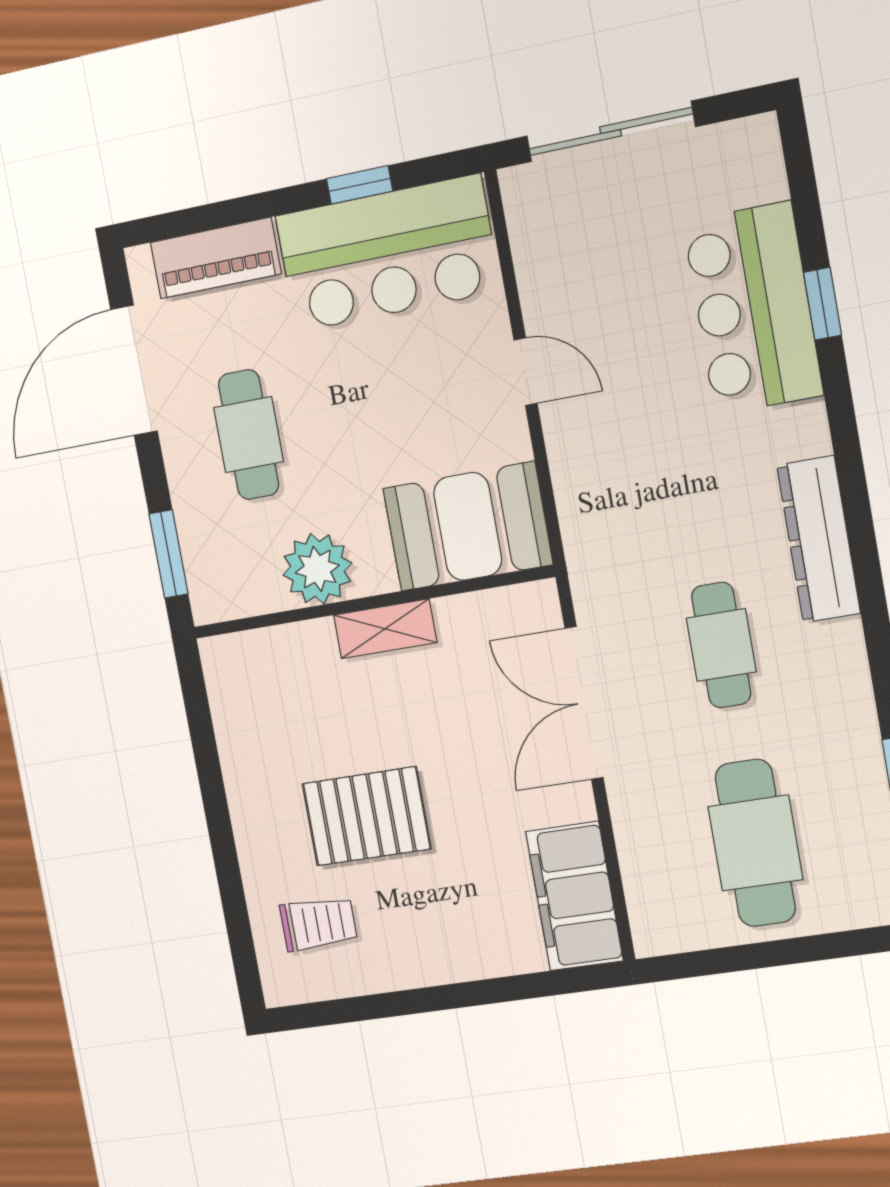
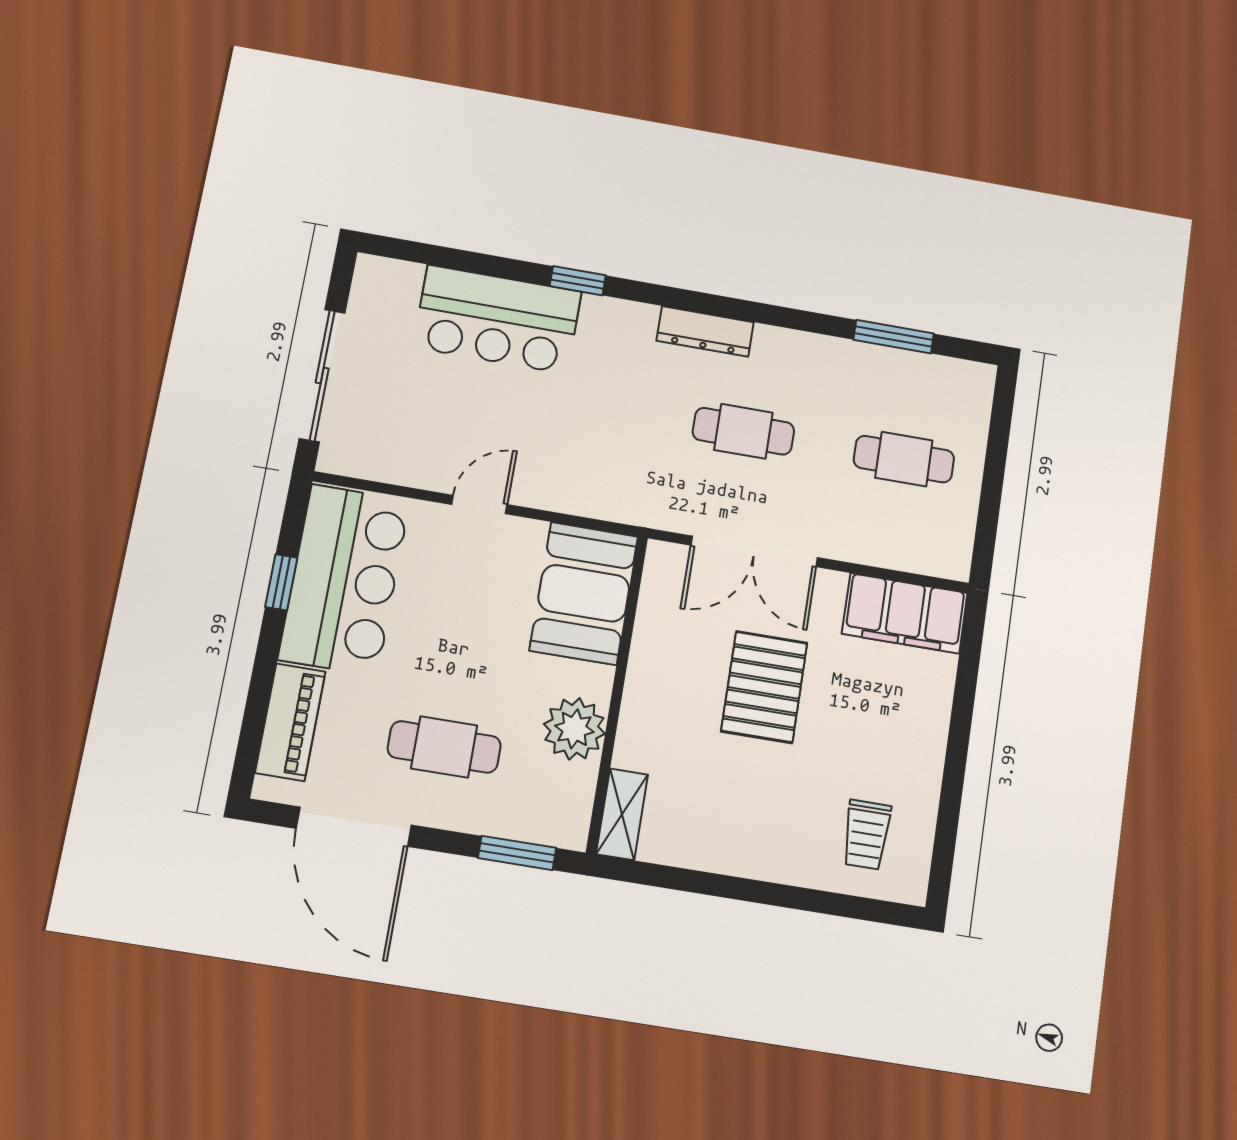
window: (822, 304) -> (578, 281), moved
dresser: (819, 539) -> (705, 331), width x0.73, depth x0.80
shelving: (385, 629) -> (622, 814), moved
pallet: (367, 816) -> (764, 687), moved
cafe table: (755, 843) -> (904, 459), width x0.73, depth x0.74
trolley: (318, 924) -> (866, 835), turned 180

